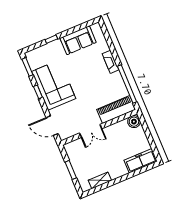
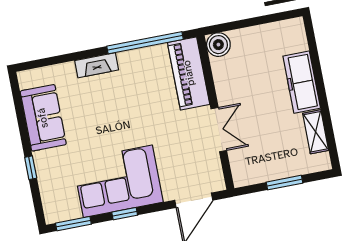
freezer: (141, 161) -> (302, 82), moved

